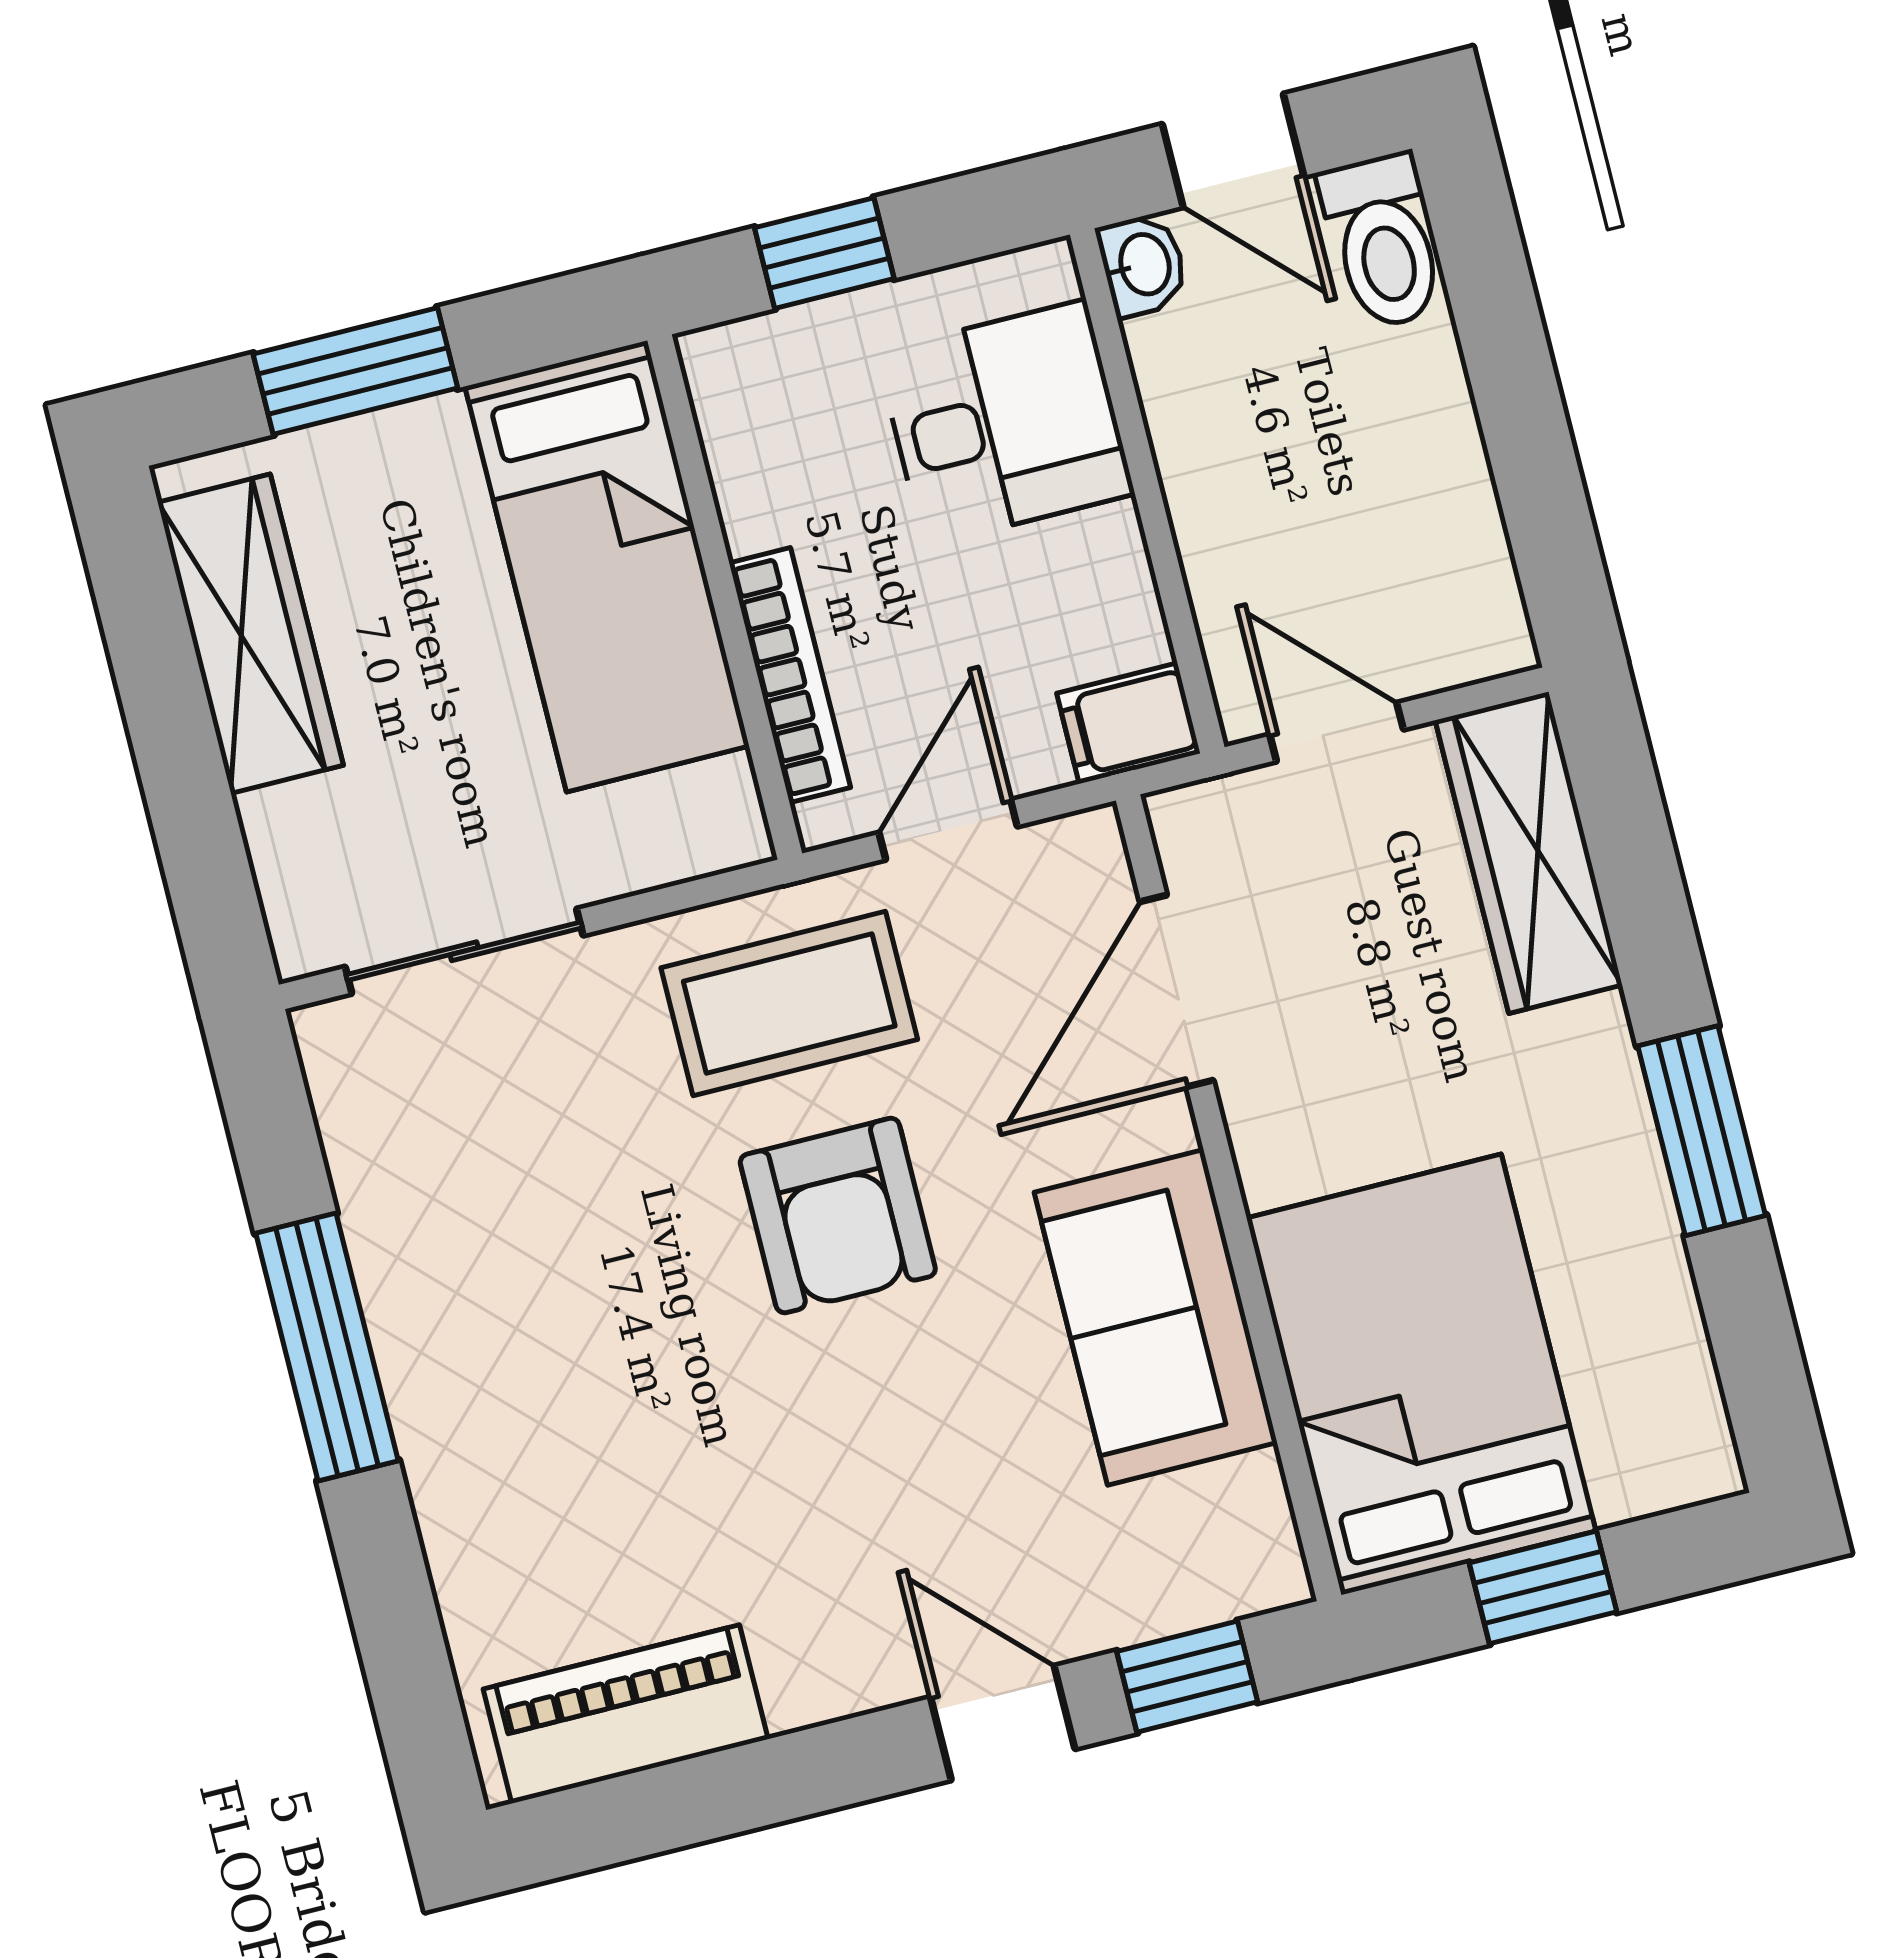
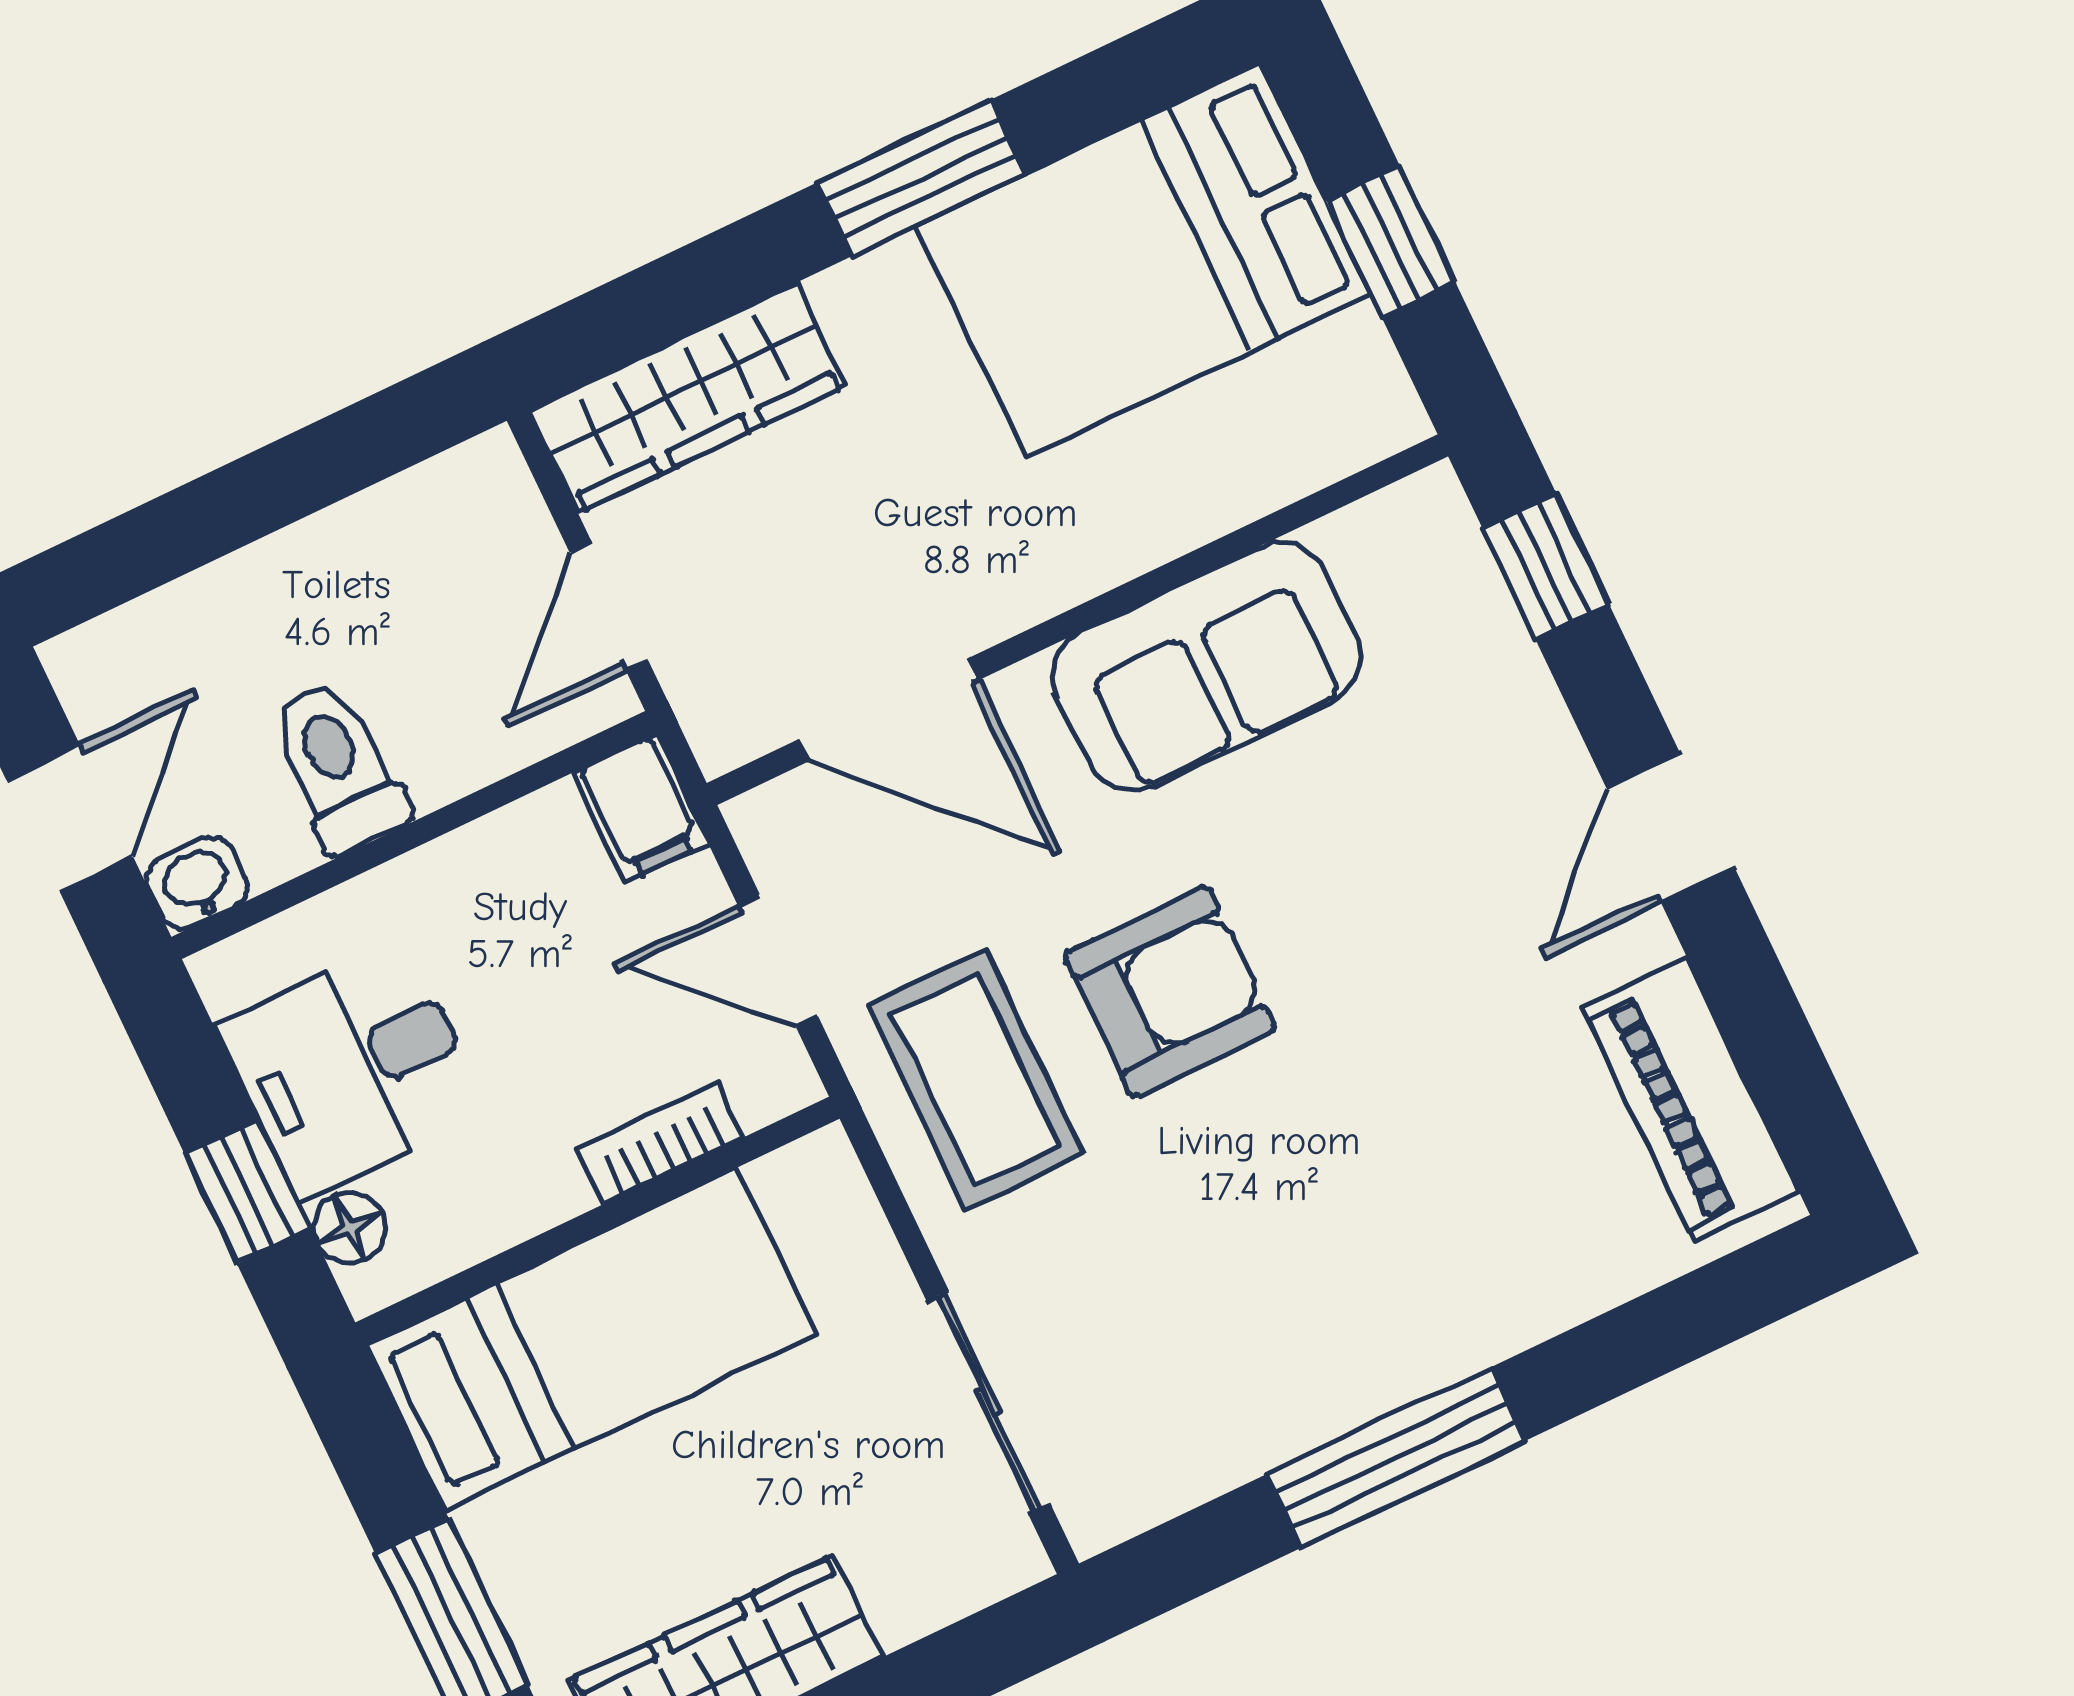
toilet: (1383, 241) -> (339, 767), moved, turned -90
floor lamp: (767, 348) -> (350, 1228), added
desk: (1005, 423) -> (352, 1069), moved, turned -90
bookcase: (790, 675) -> (660, 1143), width x0.64
bed: (1421, 1375) -> (1143, 260), moved
door: (1003, 1723) -> (1670, 828), moved

